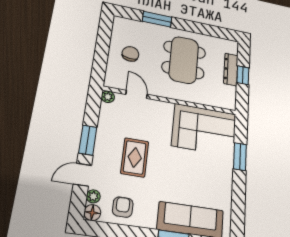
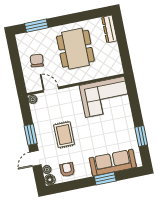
window: (157, 19) -> (36, 26), moved
dresser: (231, 69) -> (109, 29), moved
window: (243, 75) -> (122, 42), removed
window: (240, 157) -> (141, 136), moved

